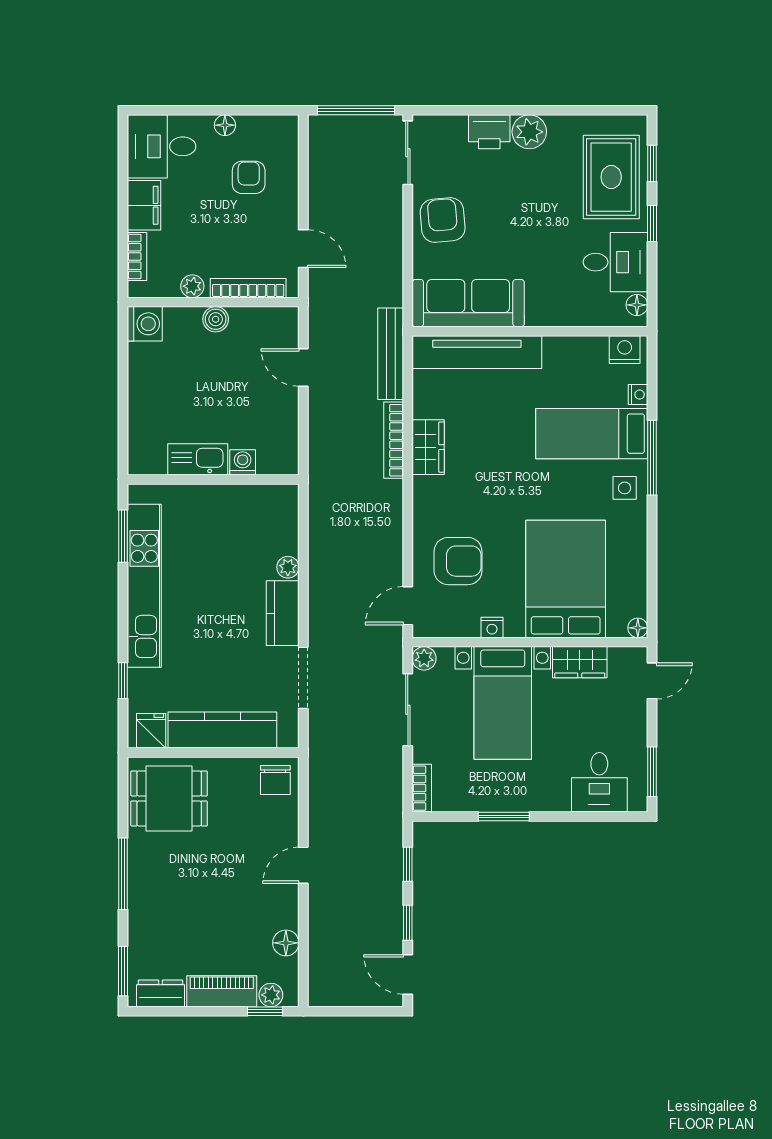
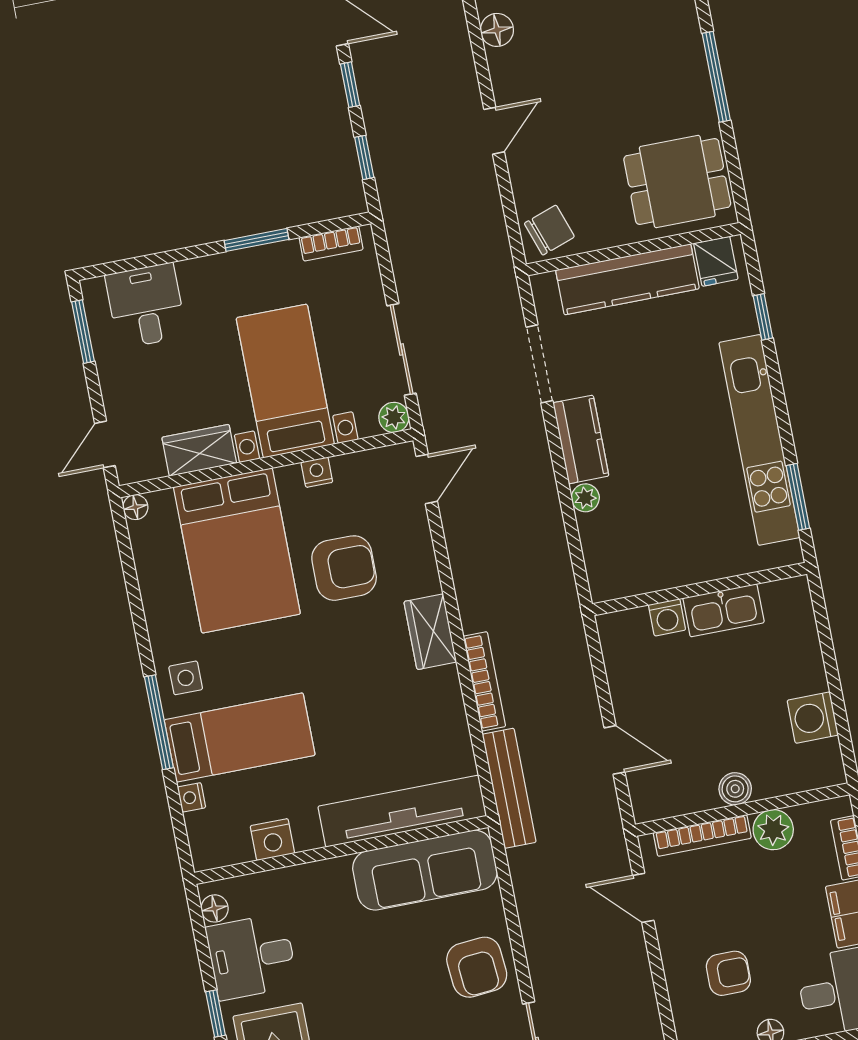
armchair: (249, 177) -> (728, 973), turned -90
plant: (192, 286) -> (773, 830), width x1.38, depth x1.38
washing machine: (145, 324) -> (813, 718), moved
nightstand: (625, 350) -> (272, 840), moved
wardrobe: (428, 447) -> (430, 632), moved
armchair: (458, 561) -> (344, 568), moved, turned 180
chair: (275, 780) -> (549, 230), turned 71
bookcase: (422, 788) -> (331, 243), moved, turned -90

